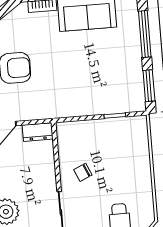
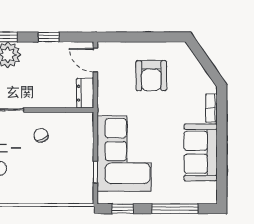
window: (149, 86) -> (123, 209), width x0.67
corner sofa: (94, 89) -> (124, 154), added

